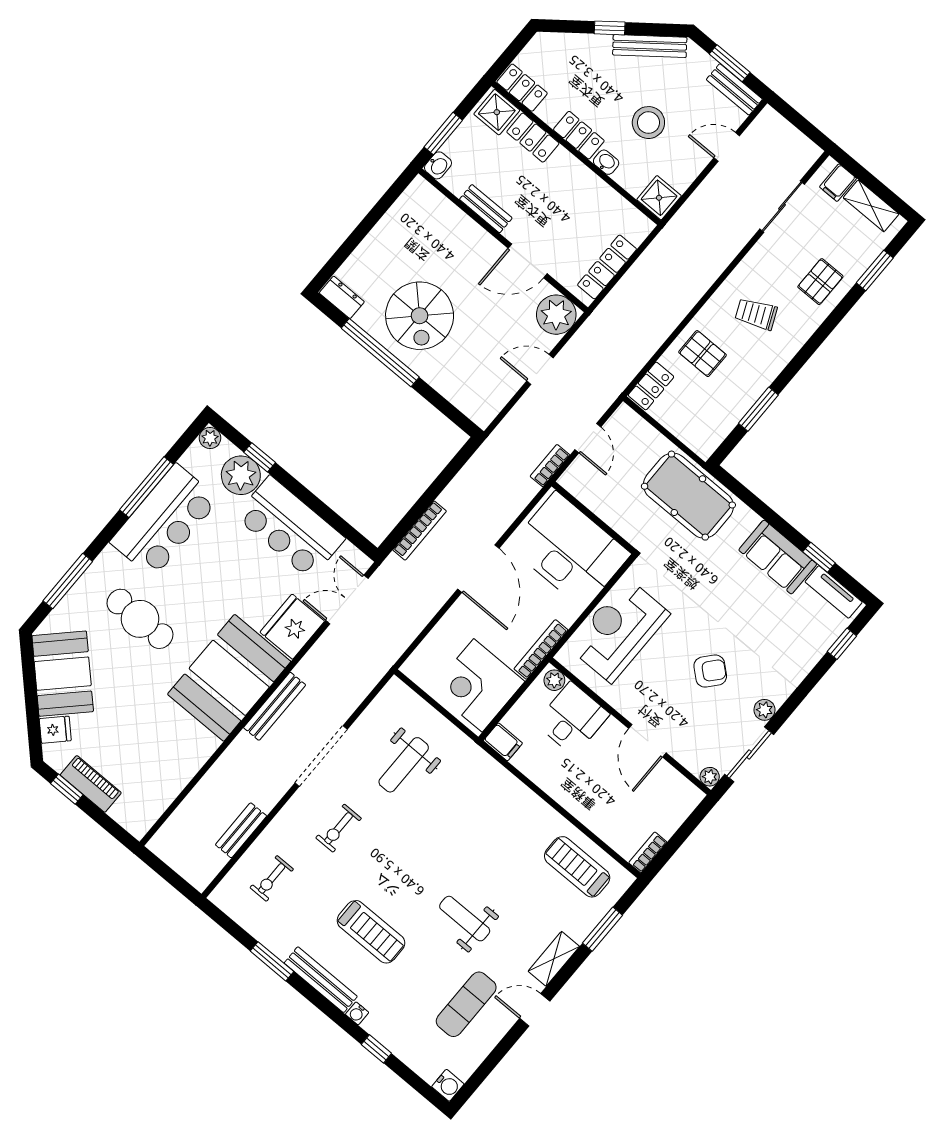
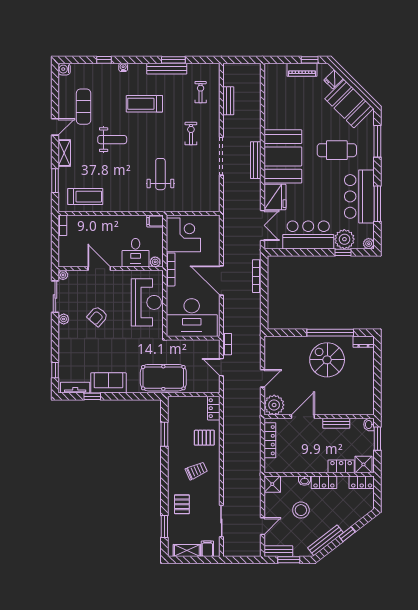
weight bench: (404, 765) -> (160, 174), moved
bench: (321, 980) -> (167, 69), moved

